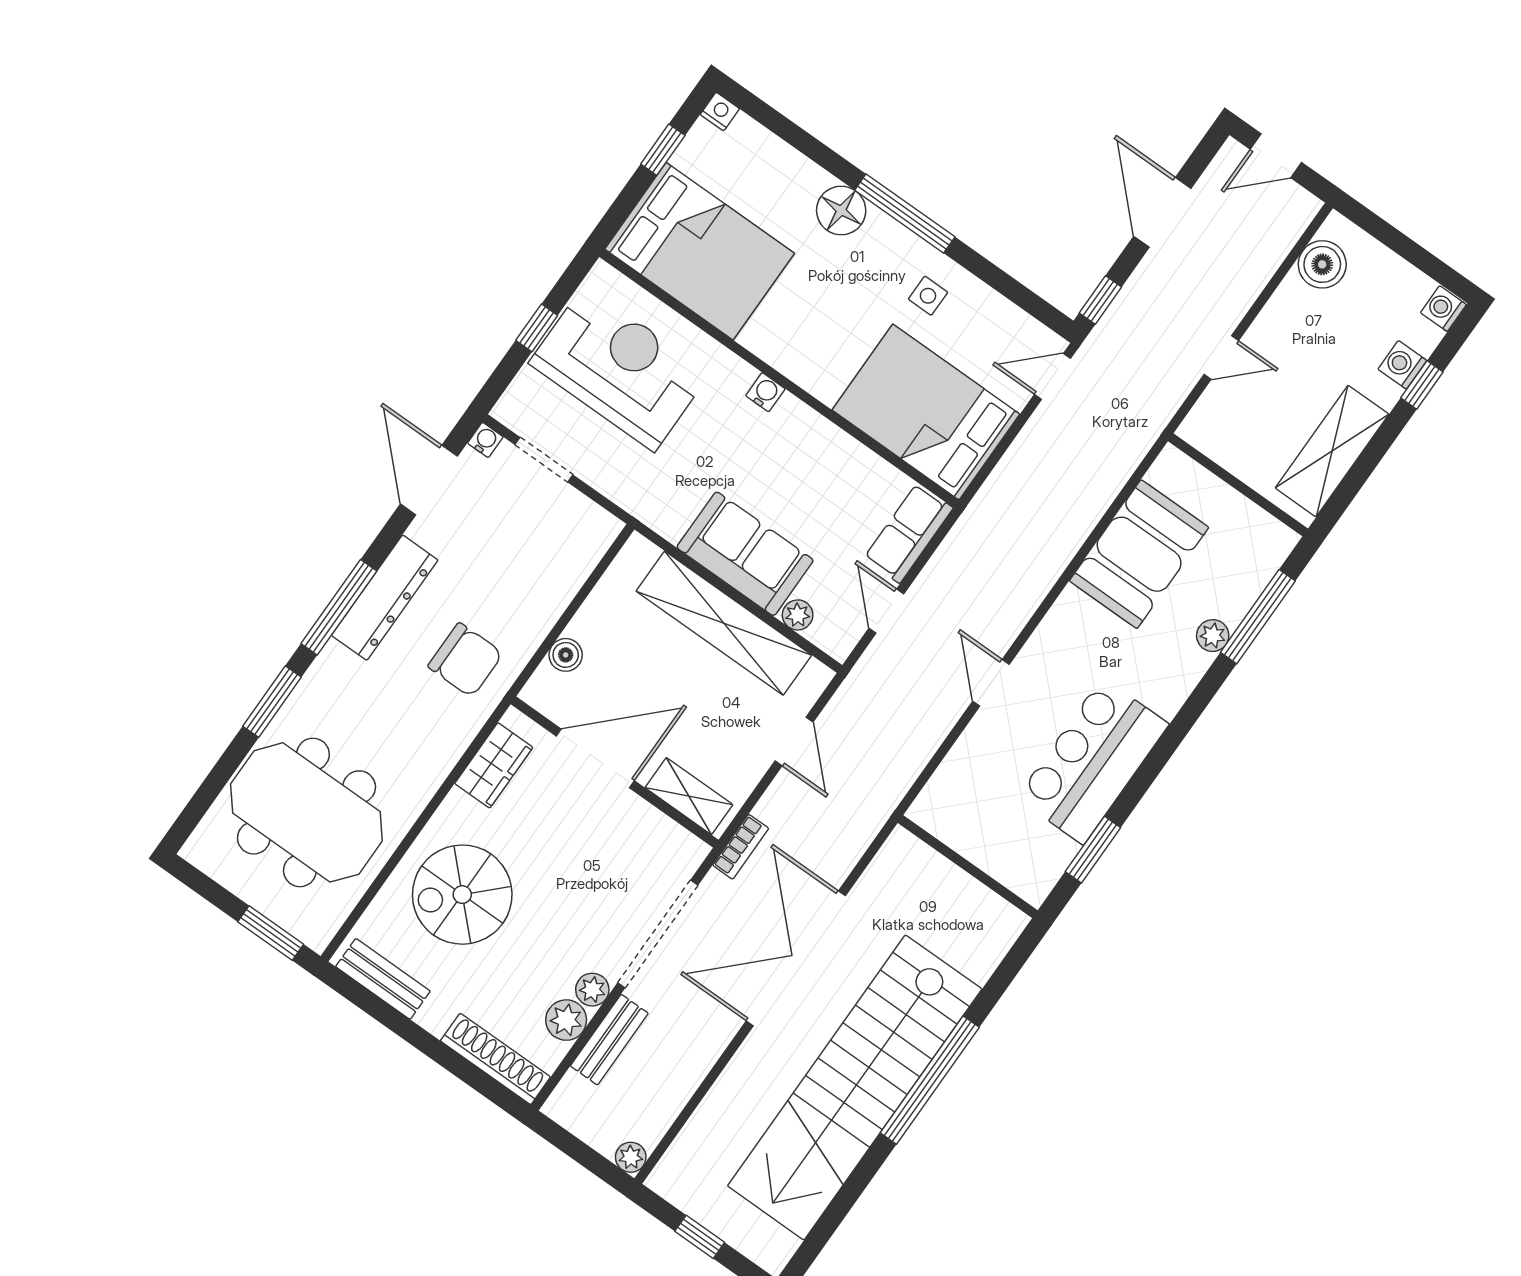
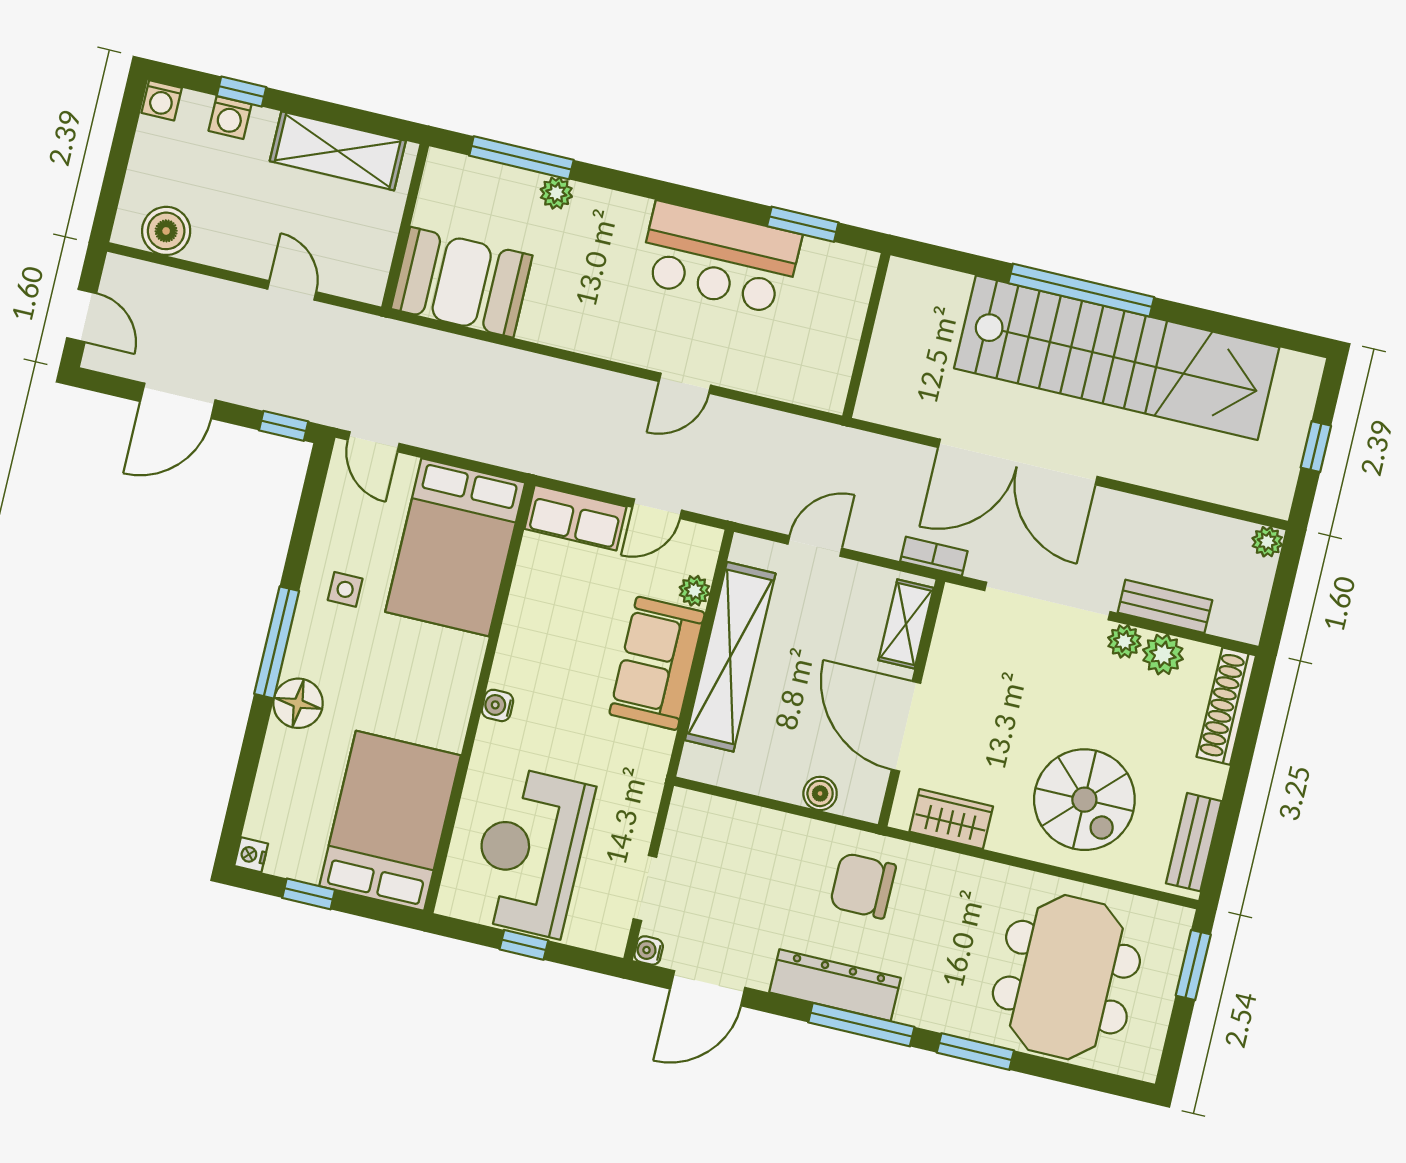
booth: (1139, 554) -> (462, 282), moved
chair: (465, 660) -> (863, 886), turned -90

